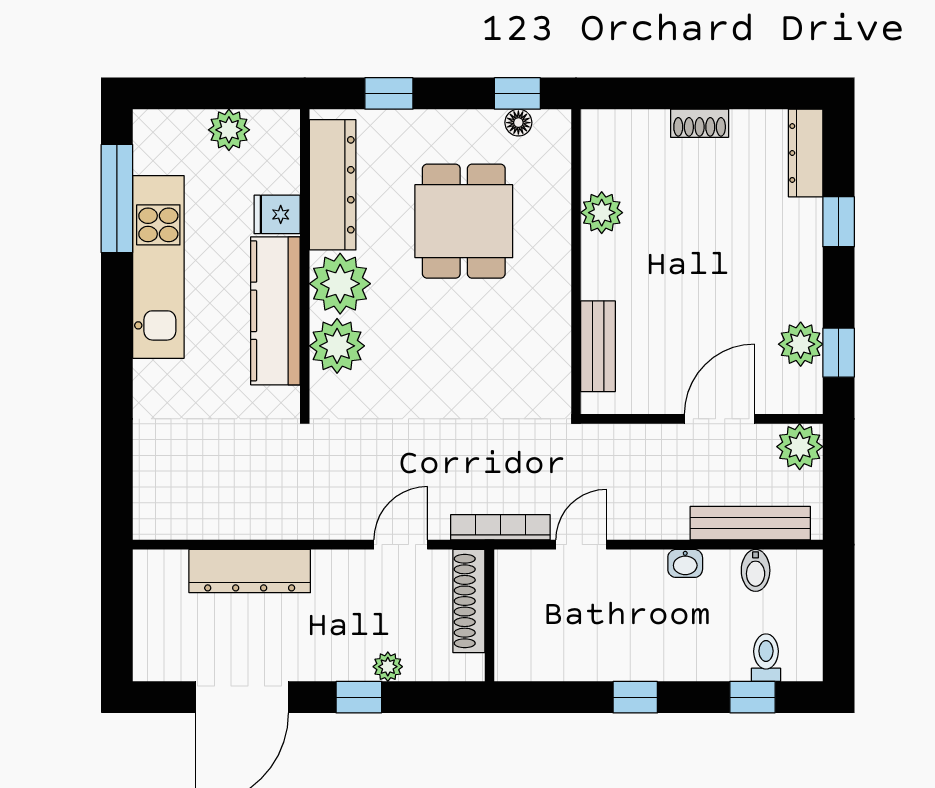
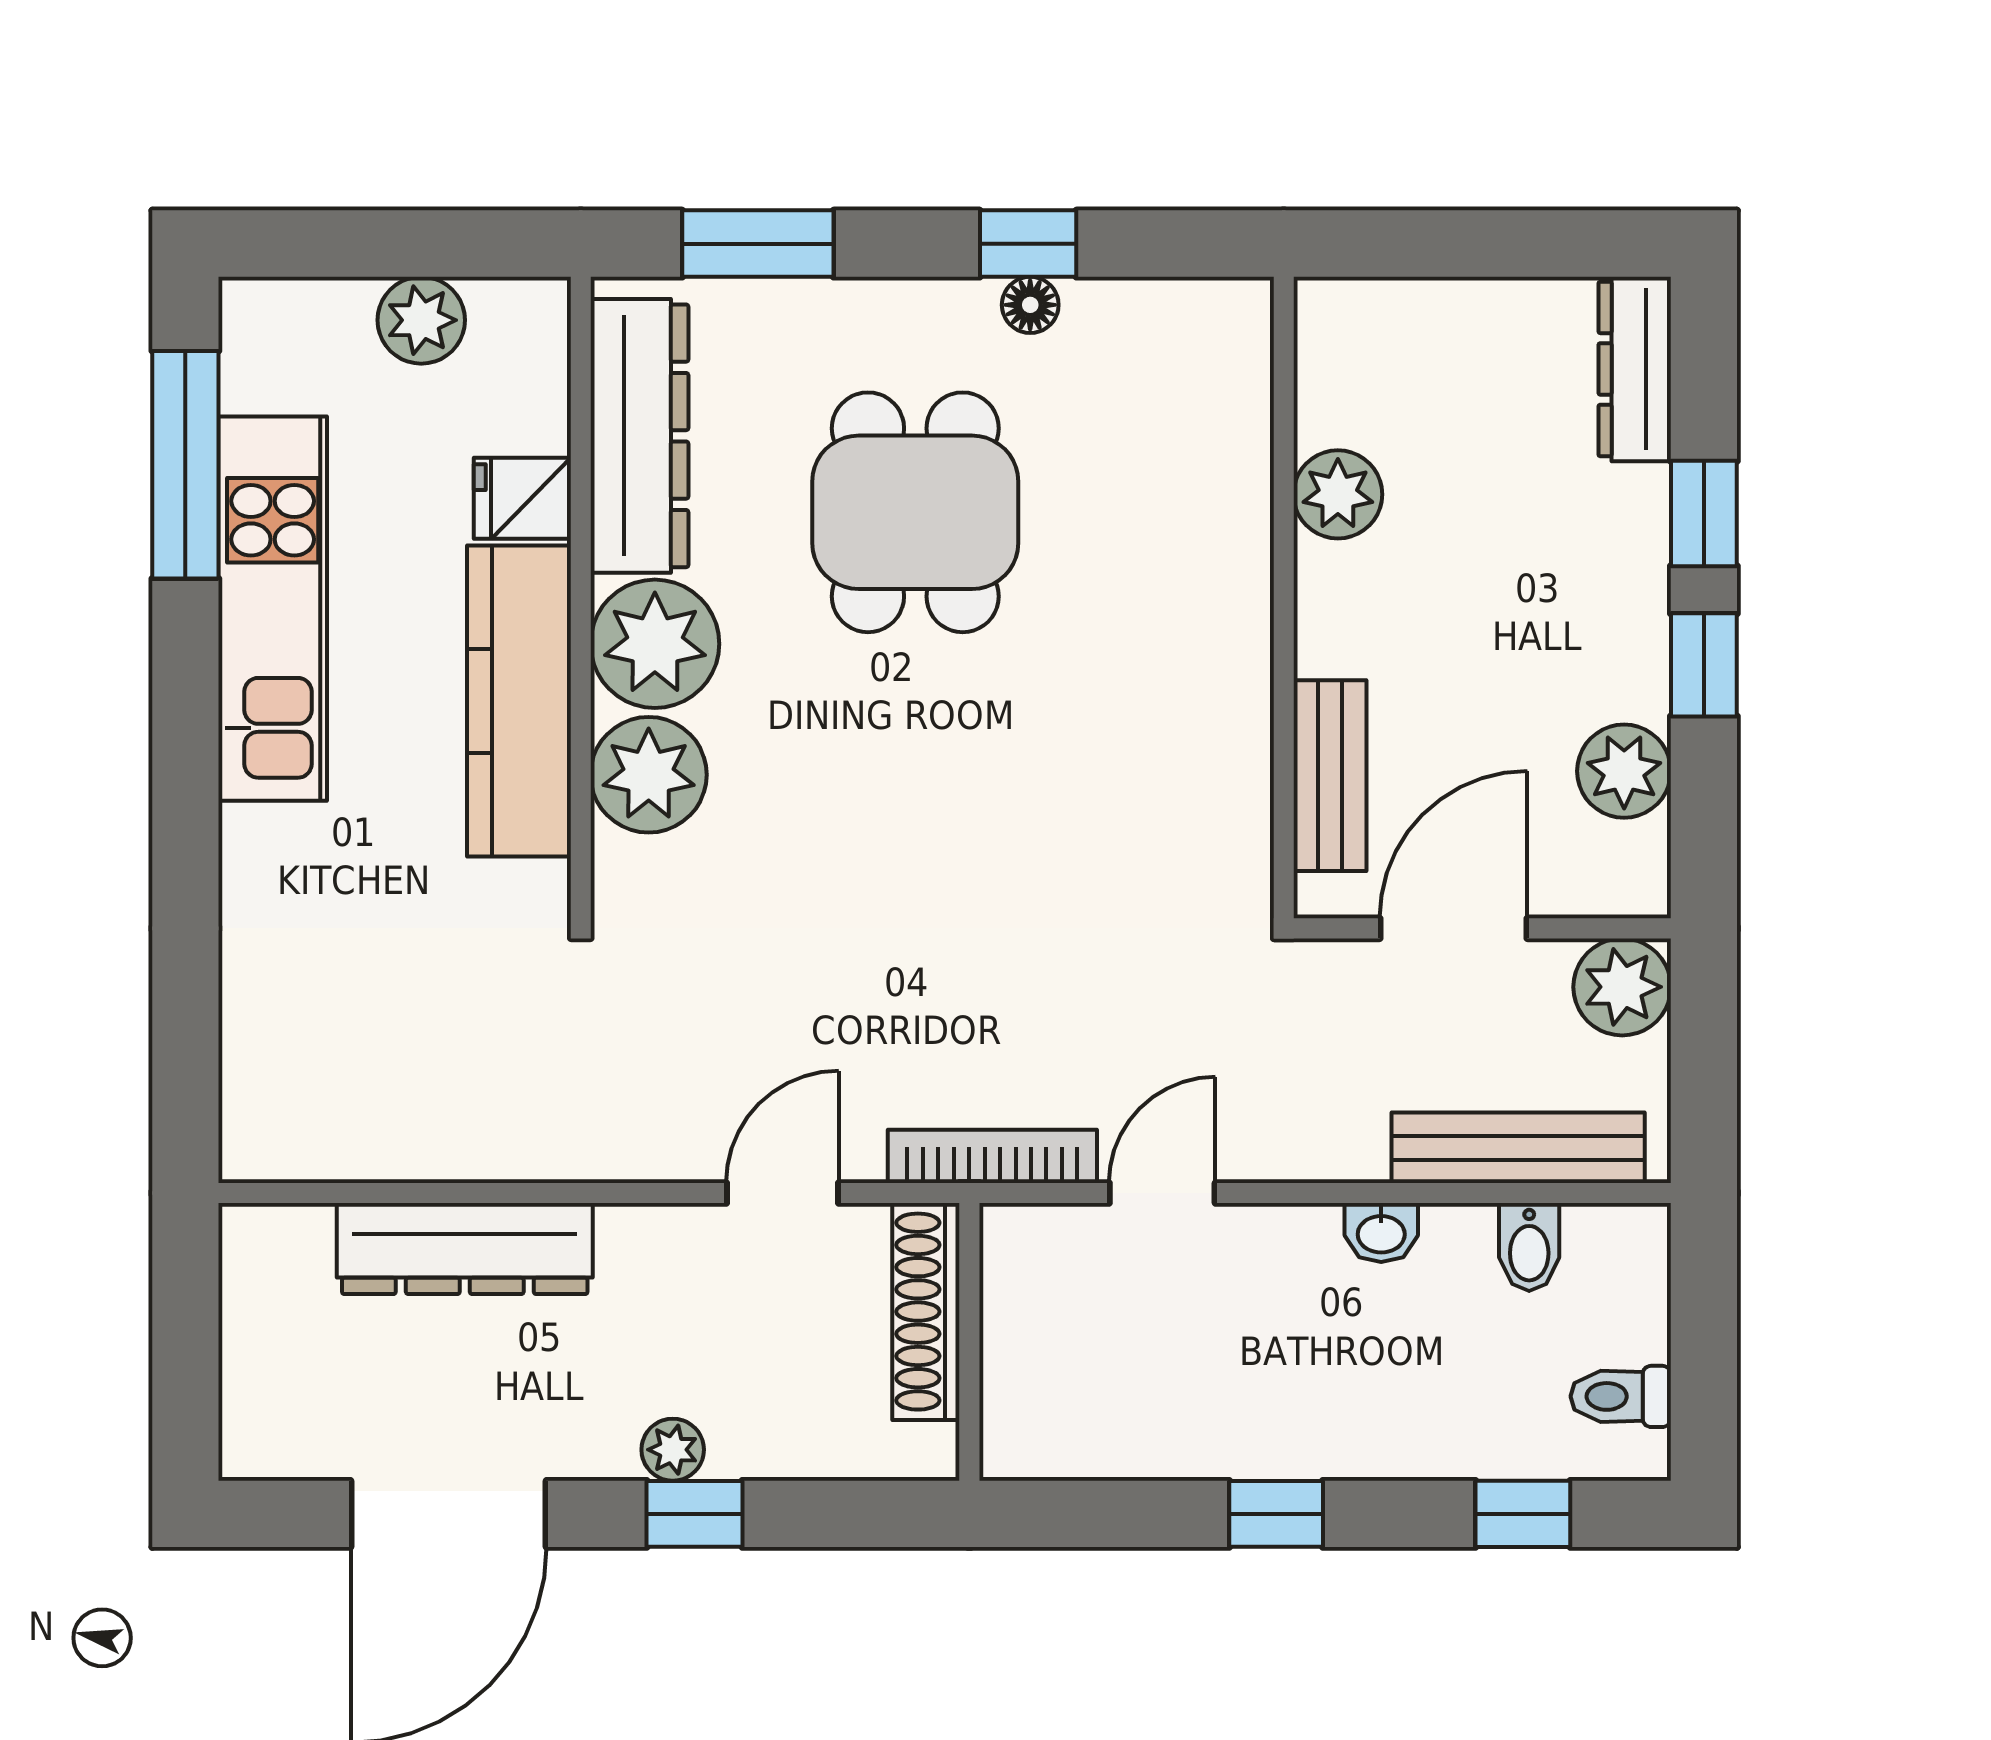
window: (389, 93) -> (758, 244), width x1.50
shoe rack: (700, 123) -> (1411, 306), removed
plant: (602, 213) -> (1338, 494), moved
wall: (576, 262) -> (1284, 598), moved
bench: (598, 346) -> (1330, 776), moved
window: (839, 353) -> (1704, 665), moved
toilet: (766, 658) -> (1621, 1396), moved, turned -90
plant: (388, 667) -> (673, 1450), moved

